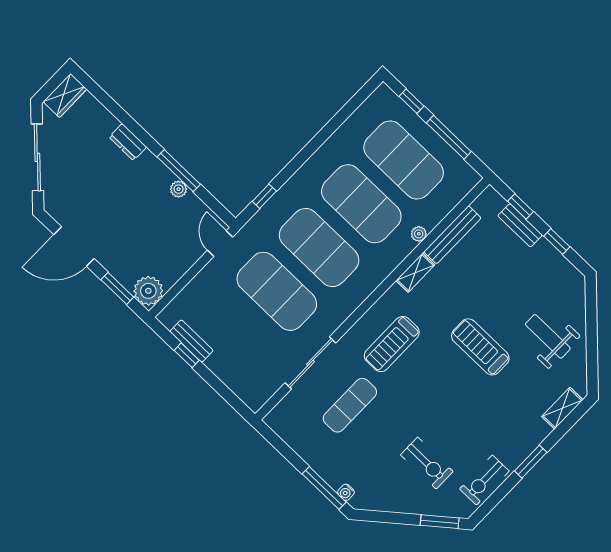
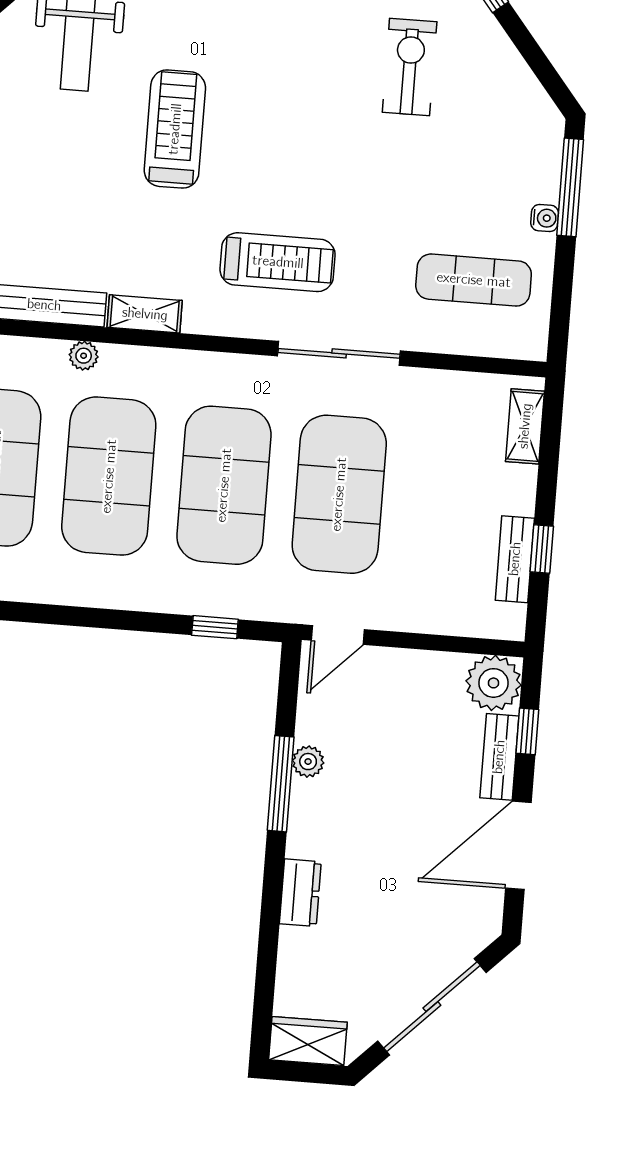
door: (74, 247) -> (518, 845), swing flipped
bench: (116, 268) -> (499, 757), added
window: (117, 288) -> (527, 731), width x0.67
treadmill: (480, 347) -> (175, 129), turned 180
sliding door: (310, 363) -> (339, 353), moved
shelving: (242, 390) -> (525, 426), added
exercise mat: (350, 405) -> (474, 280), moved
water cooler: (346, 492) -> (545, 218), moved

